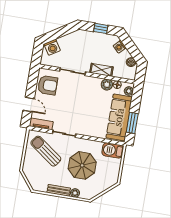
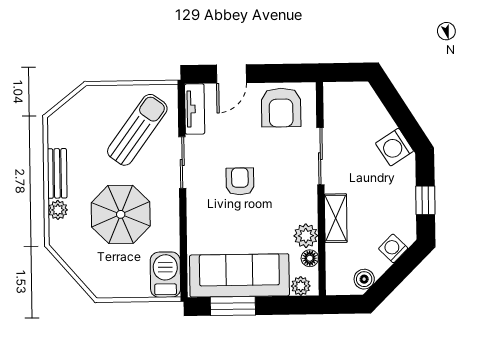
washing machine: (52, 47) -> (395, 147), moved
armchair: (77, 110) -> (240, 181), added

